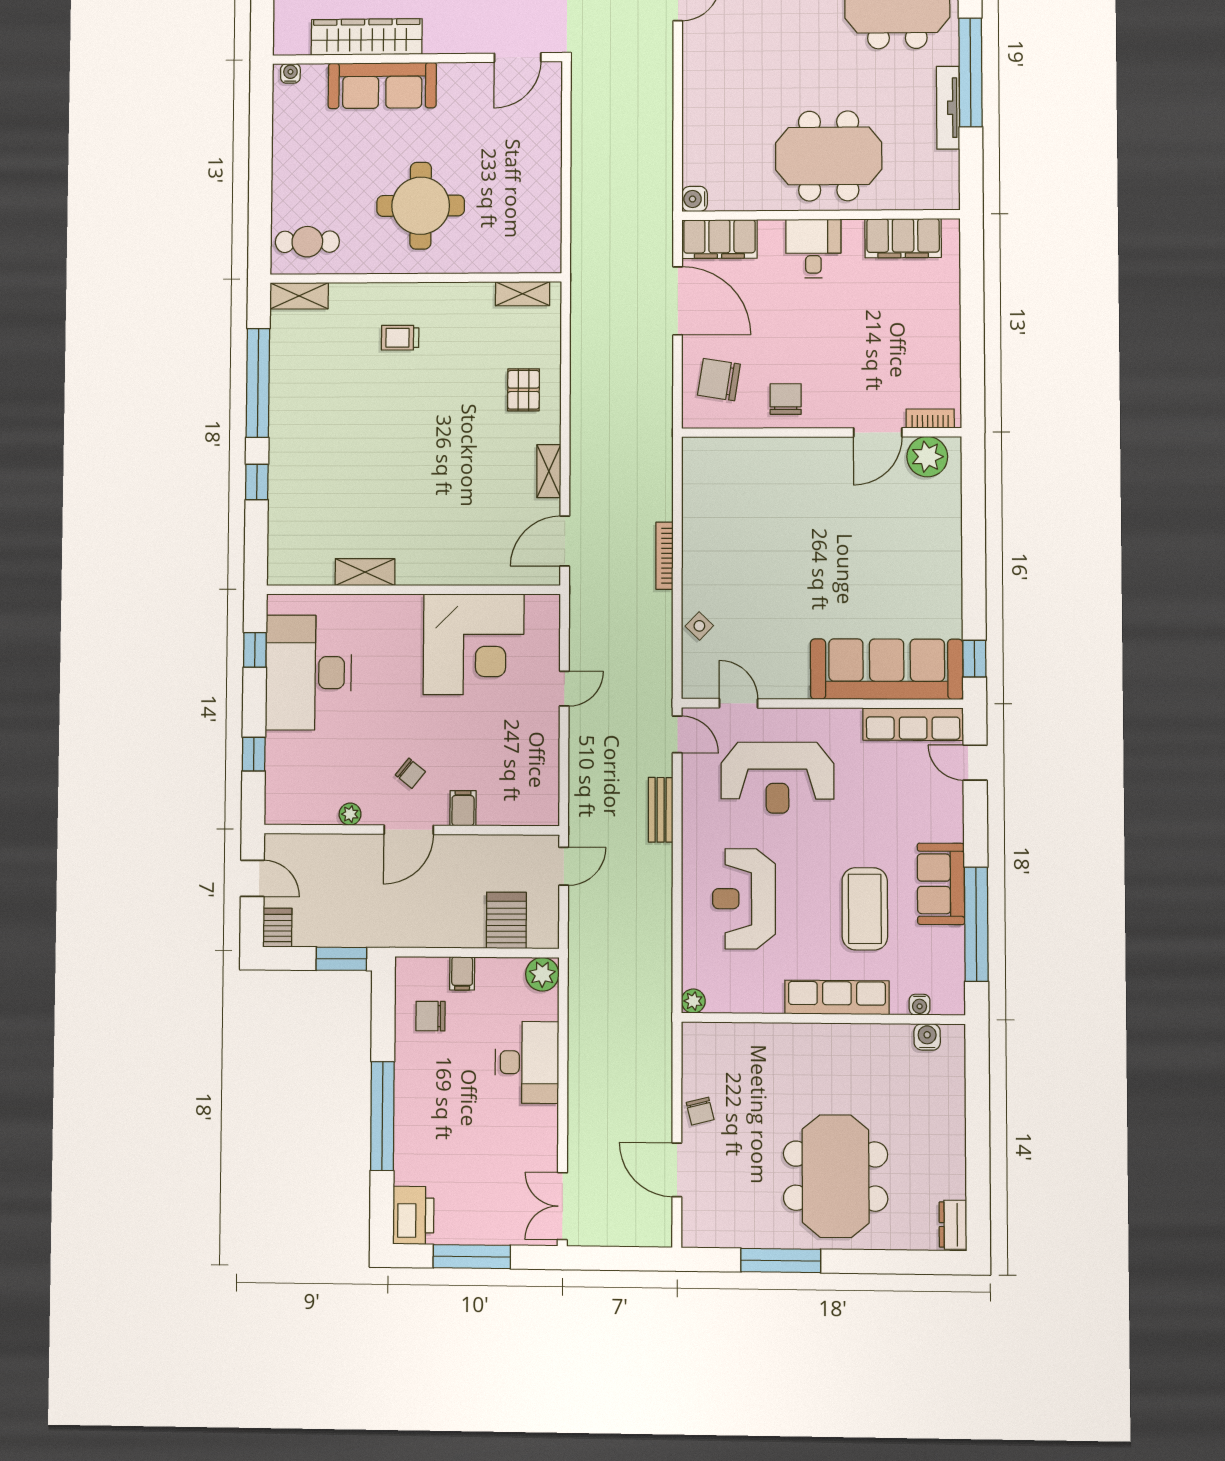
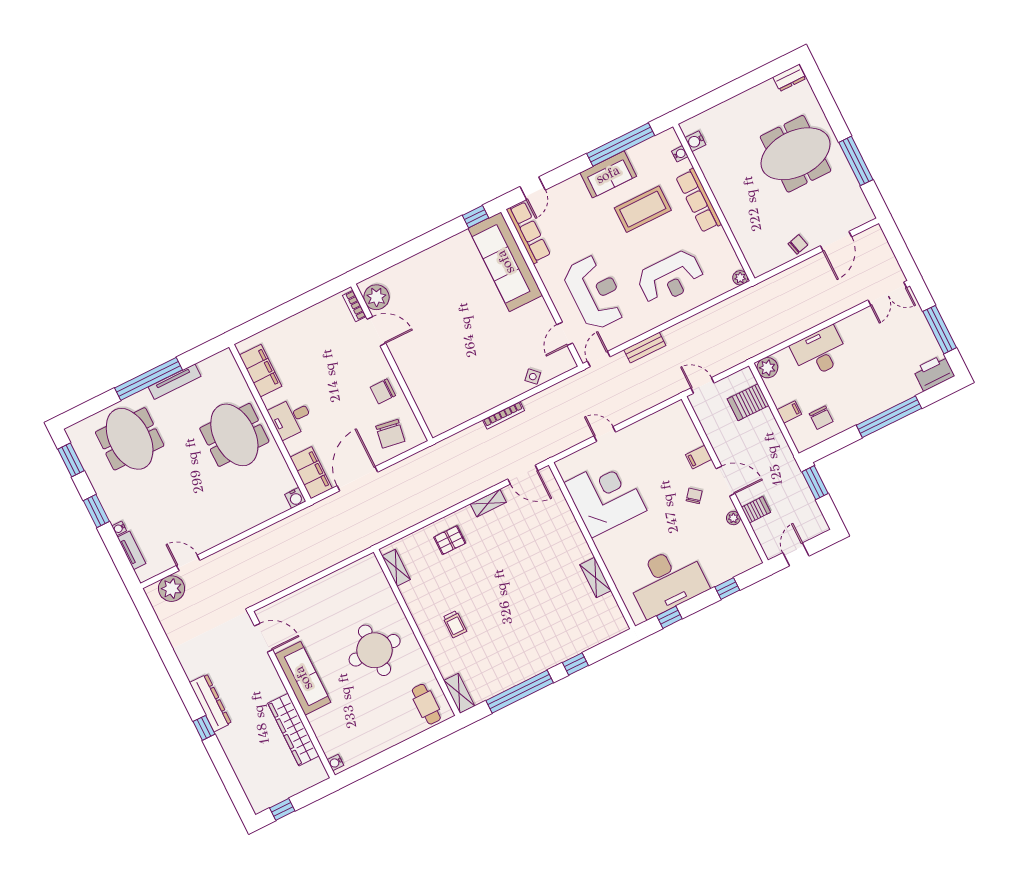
sofa: (382, 85) -> (303, 678), moved
server rack: (277, 928) -> (756, 510), moved, turned 180

